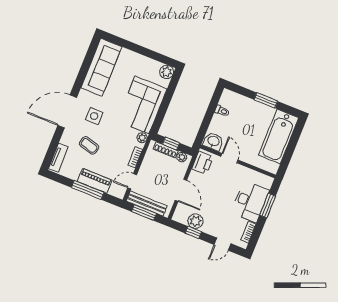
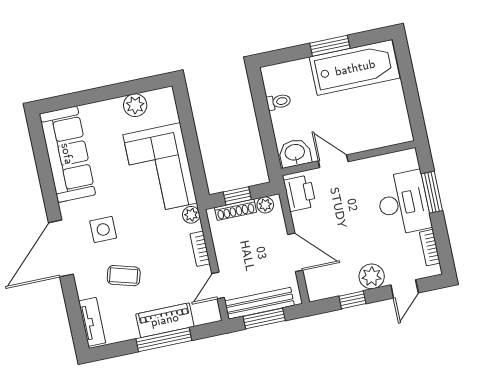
plant: (167, 72) -> (135, 105), moved
bathtub: (279, 137) -> (355, 68), moved, turned -90
plant: (195, 221) -> (372, 276), moved

